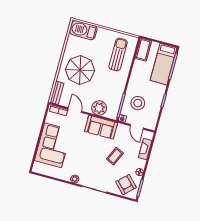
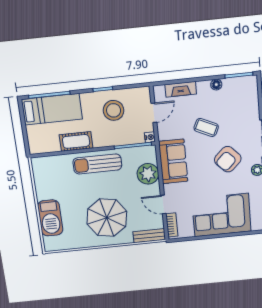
barbecue: (83, 30) -> (50, 218), moved
cot: (143, 50) -> (76, 141), moved
sun lounger: (118, 55) -> (97, 164), moved
stool: (138, 103) -> (114, 110), moved
door: (75, 110) -> (163, 205), hinge flipped
armchair: (126, 185) -> (228, 159), moved

